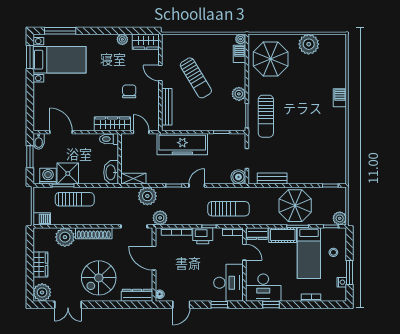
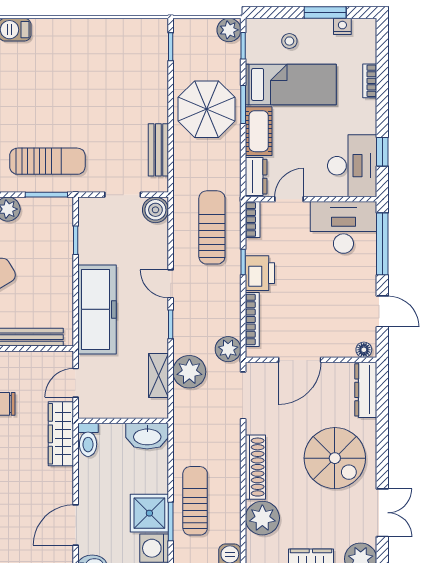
shelving: (133, 179) -> (158, 375), moved
window: (219, 305) -> (382, 244), width x2.17

